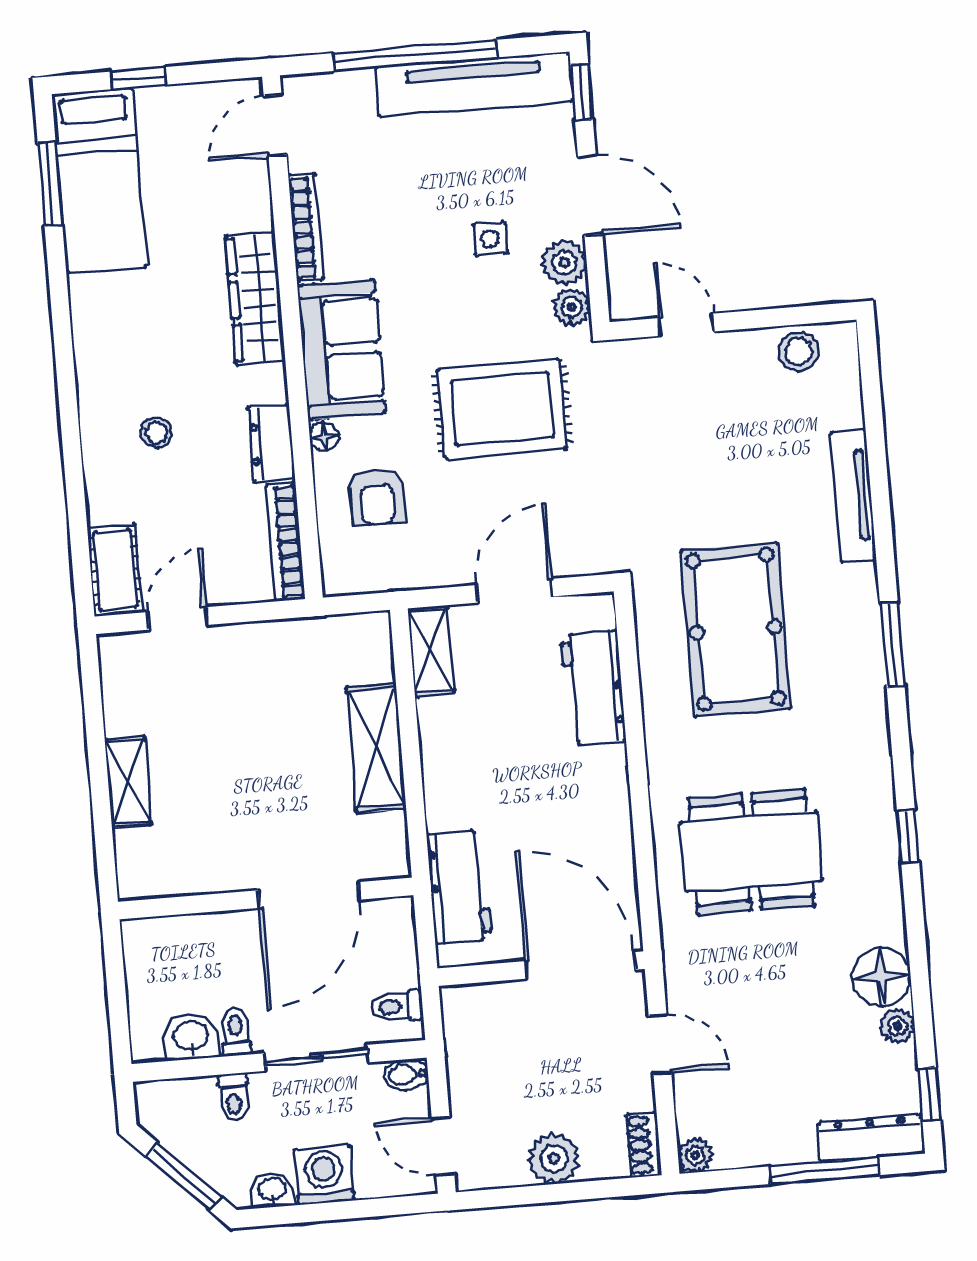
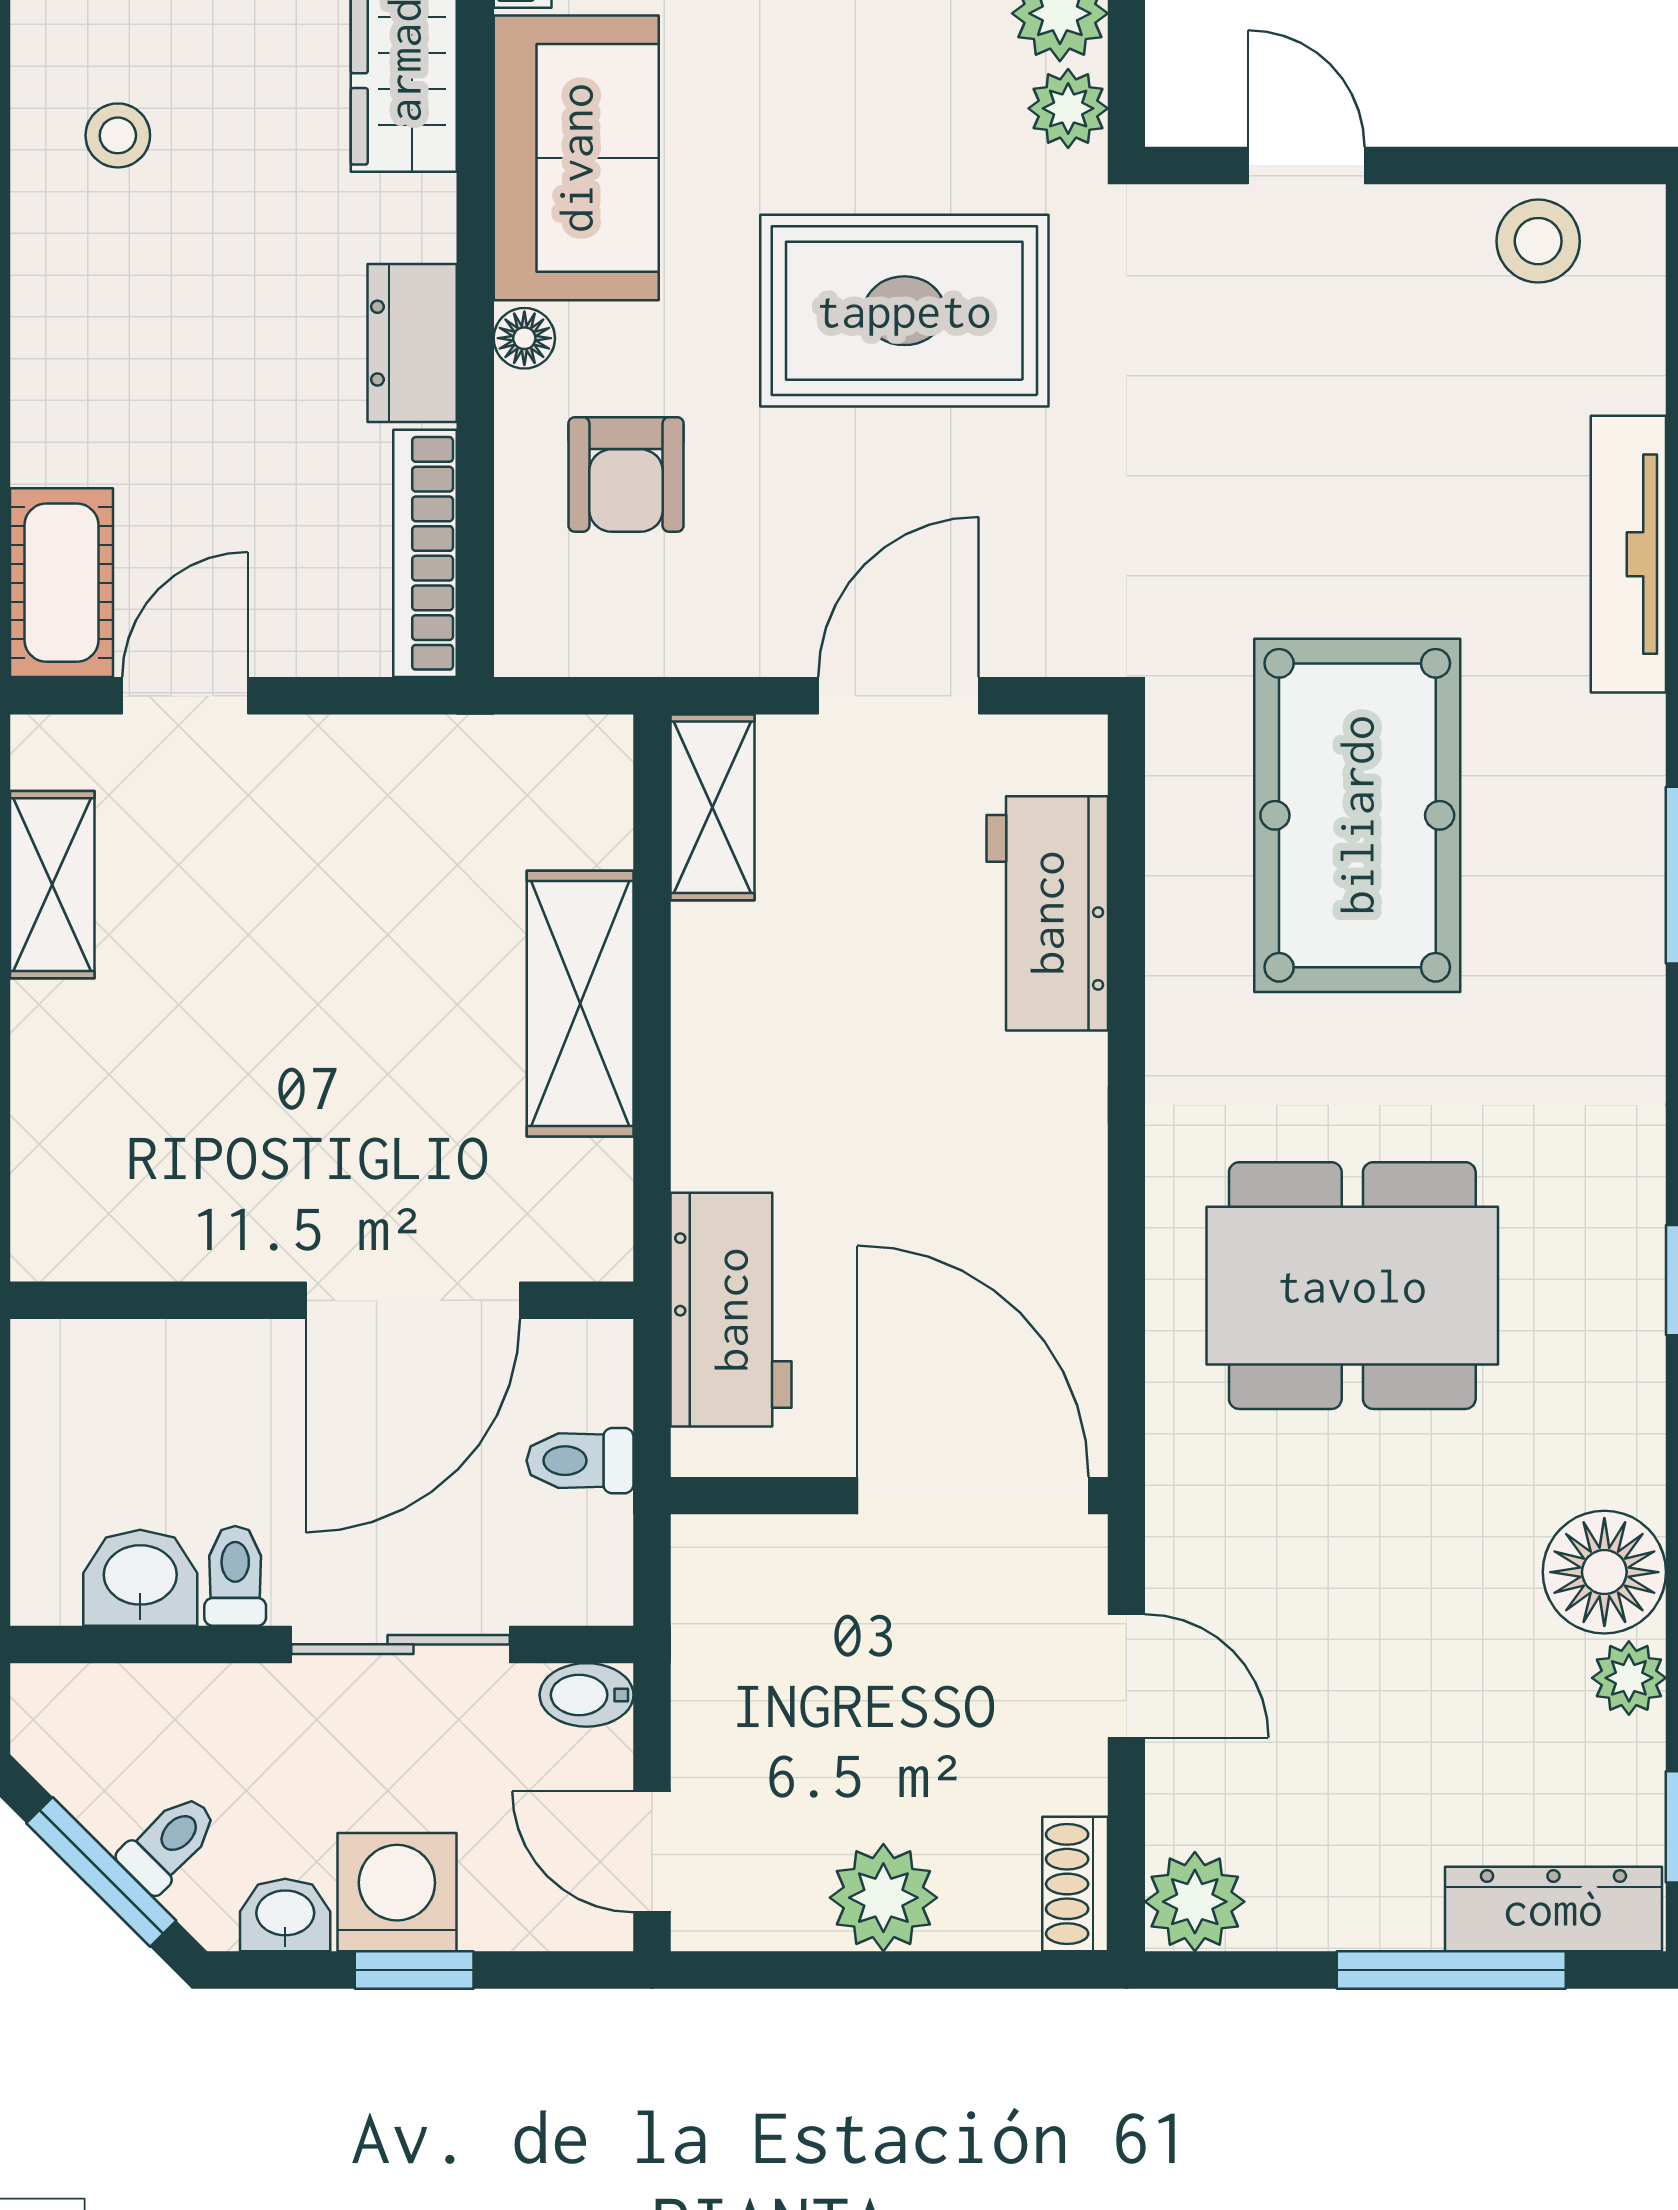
stool: (156, 433) -> (118, 135), moved
shelving: (128, 782) -> (52, 885), moved
toilet: (397, 1006) -> (580, 1461), moved
toilet: (234, 1097) -> (169, 1843), moved, turned -135
plant: (695, 1155) -> (1195, 1902), width x1.38, depth x1.38
window: (335, 1211) -> (414, 1970), added

